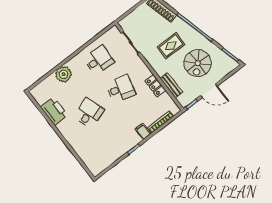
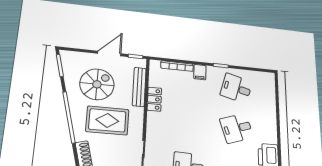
rug: (171, 46) -> (107, 120), width x1.36, depth x1.43
bench: (171, 85) -> (139, 87), width x1.36
desk: (121, 89) -> (236, 88), moved
door: (209, 91) -> (109, 54), hinge flipped

